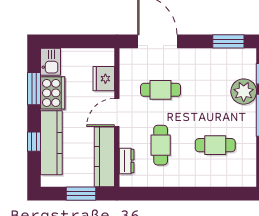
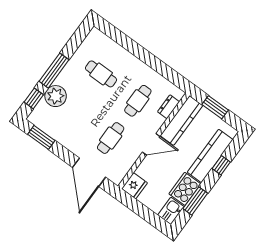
fridge: (104, 79) -> (134, 186), moved
cafe table: (161, 90) -> (111, 138), turned 90

